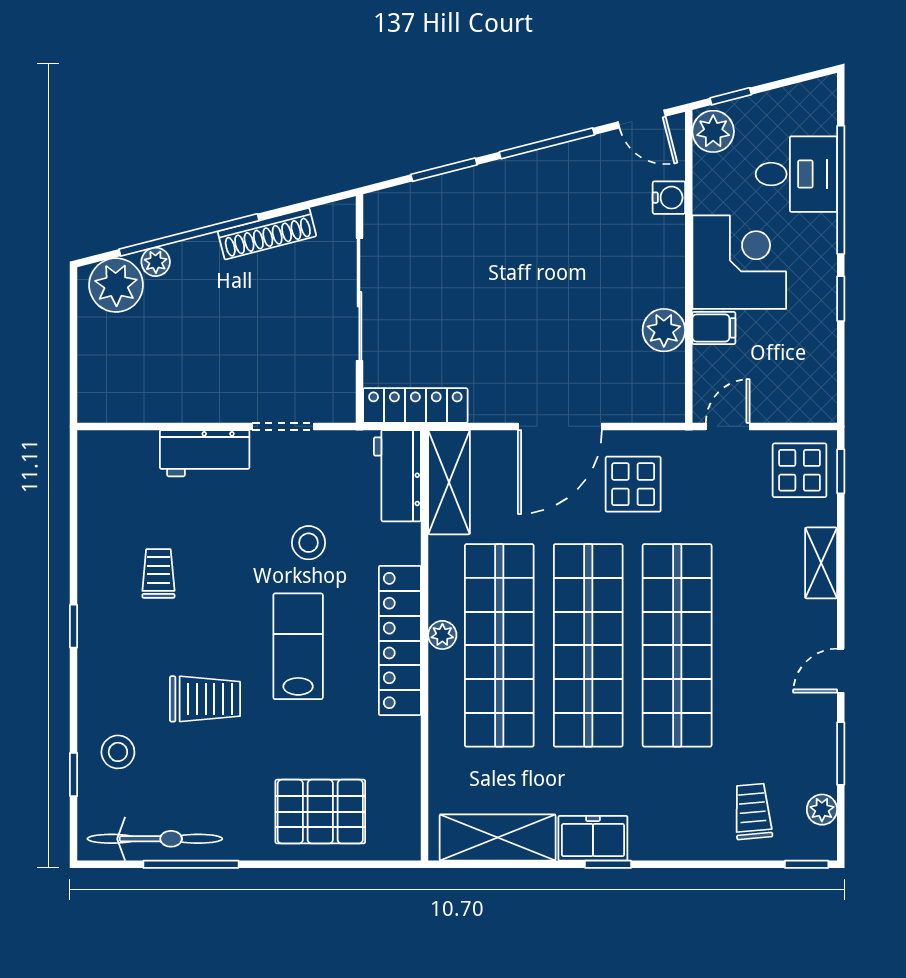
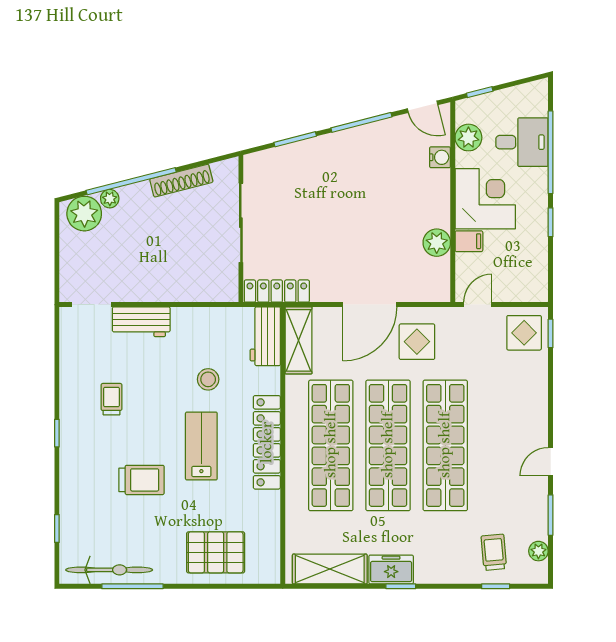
plant: (713, 131) -> (468, 138), moved
doorway: (283, 426) -> (91, 305), moved
shelving: (821, 563) -> (538, 392), removed
plant: (442, 635) -> (294, 439), removed
stool: (118, 752) -> (85, 514), removed
window: (807, 864) -> (496, 586), moved

